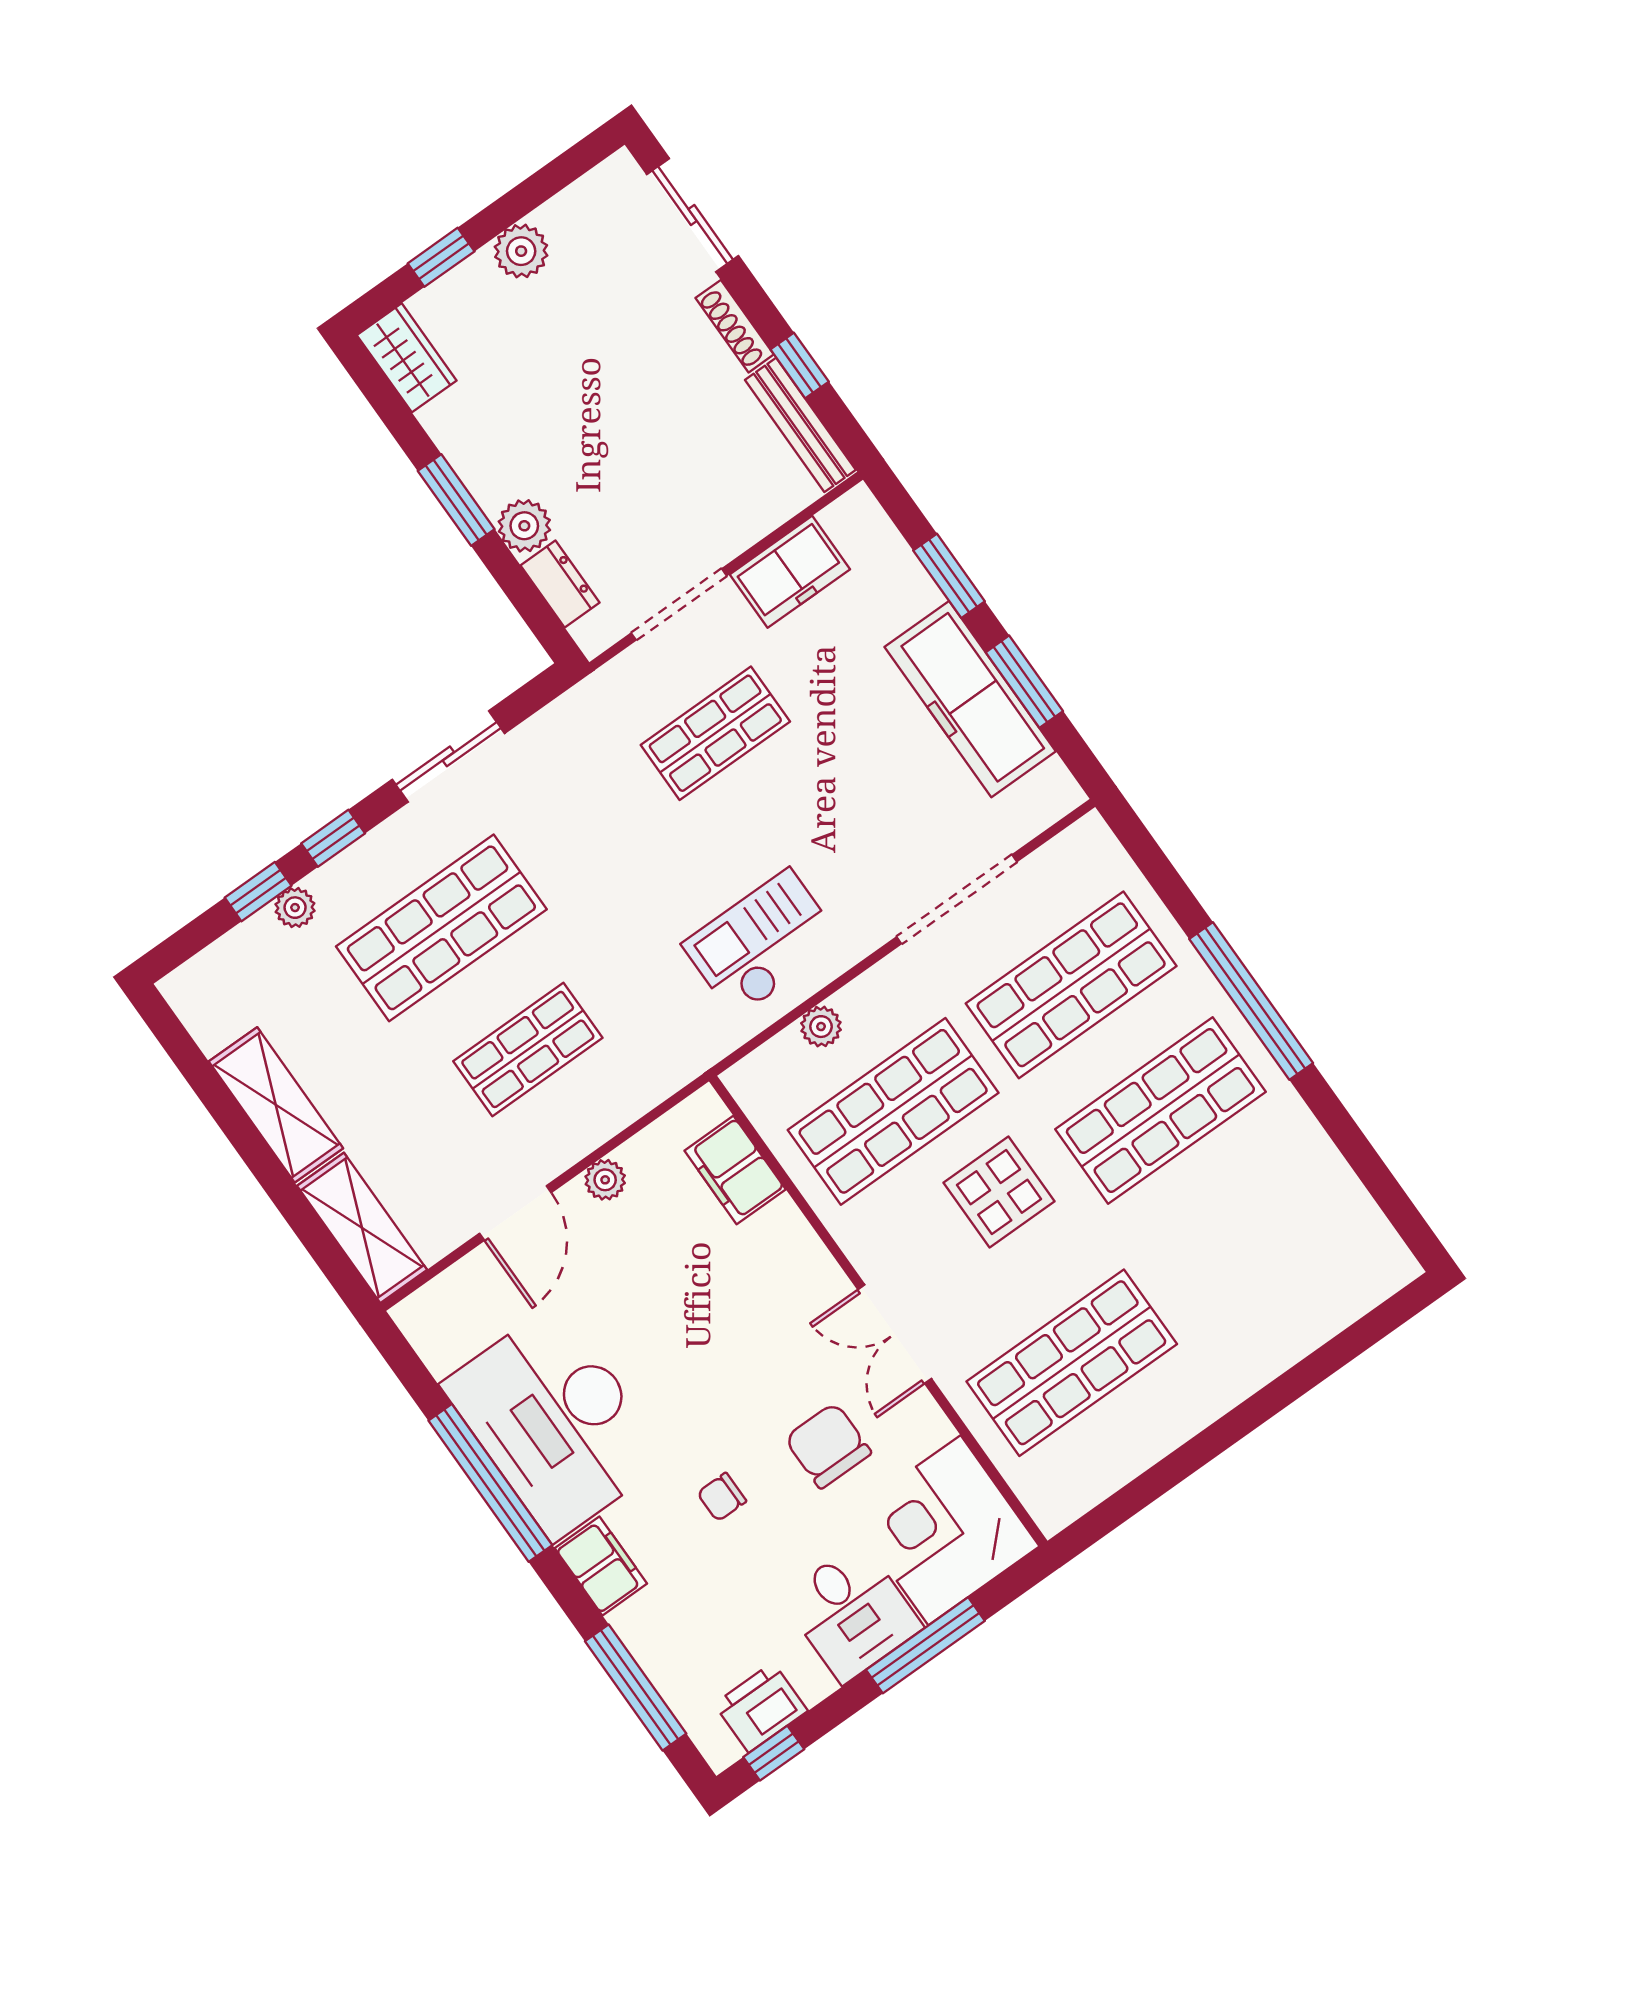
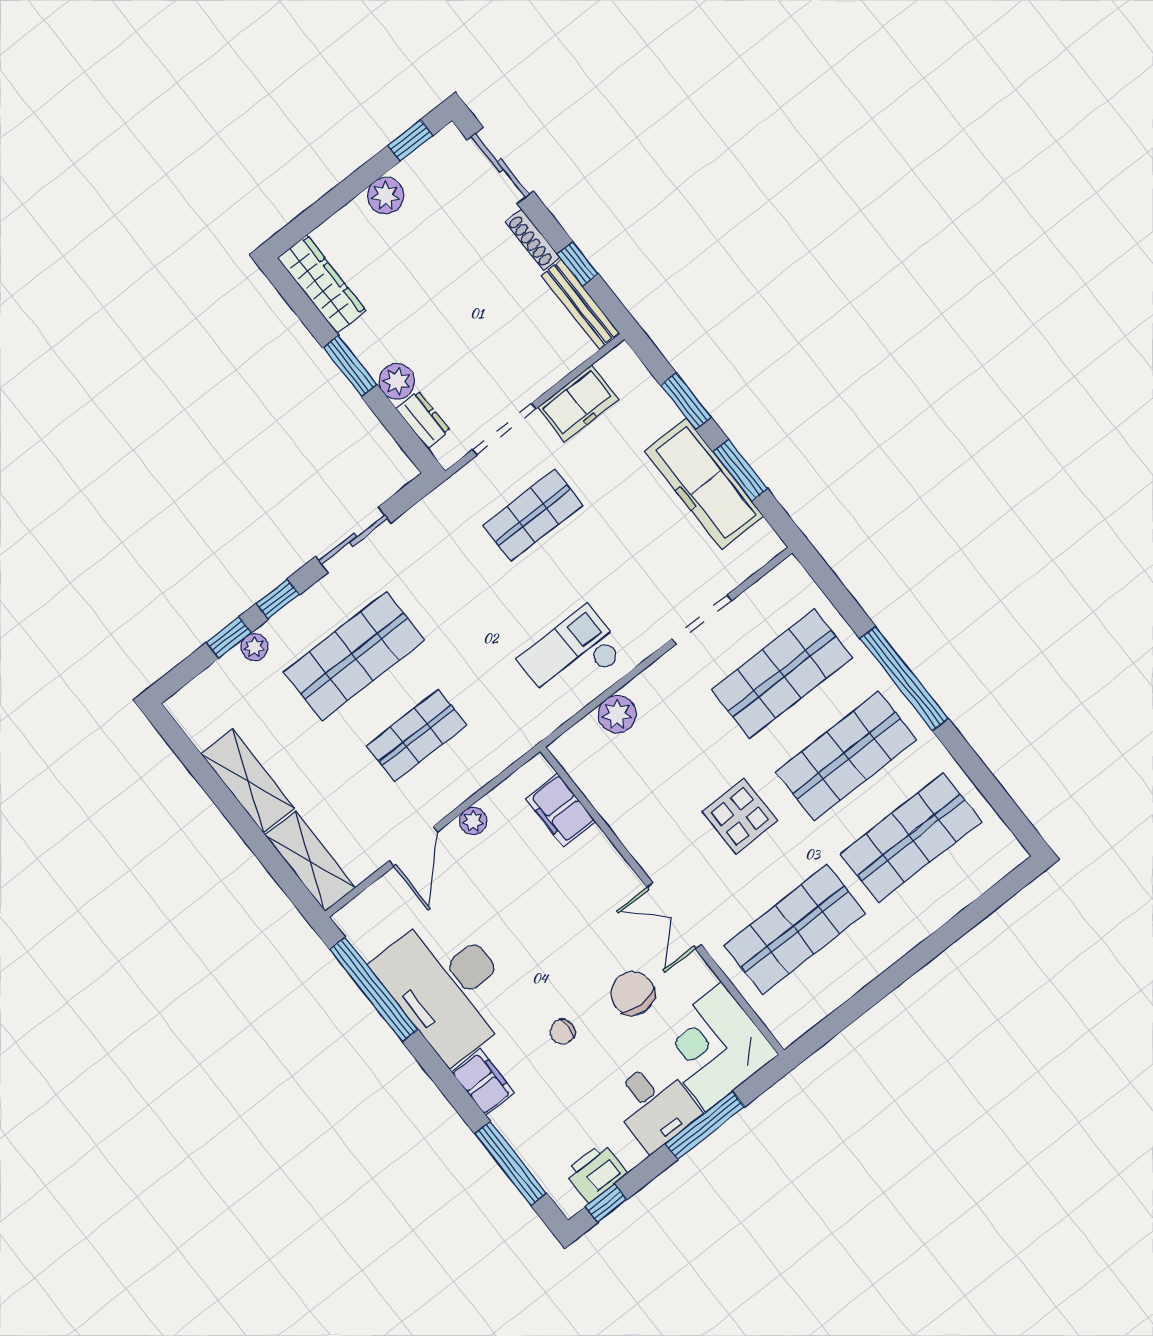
window: (441, 257) -> (410, 141), moved
wardrobe: (407, 358) -> (322, 284), width x1.50
doorway: (957, 899) -> (702, 620), width x0.73
plant: (821, 1027) -> (617, 714), width x1.38, depth x1.38
shop shelf: (893, 1111) -> (911, 838), moved
window: (490, 1483) -> (374, 990), moved

